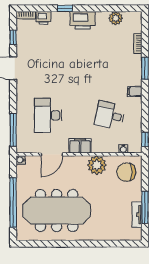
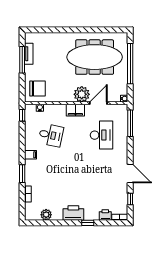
plant: (97, 165) -> (82, 94), moved

